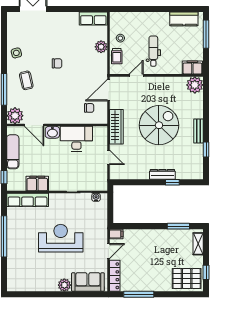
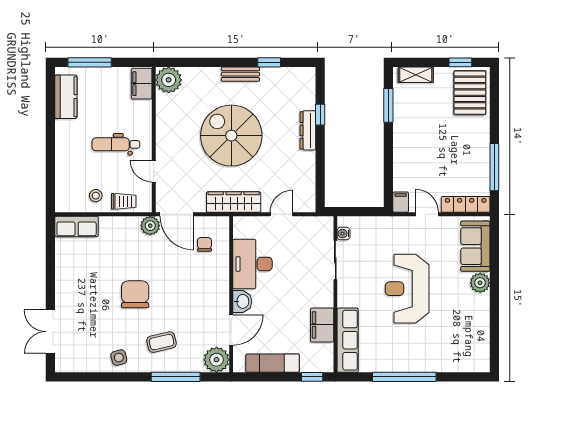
row of seats: (93, 19) -> (77, 226), moved, turned 90
plant: (101, 47) -> (150, 226), moved
chair: (57, 63) -> (135, 294), width x1.87, depth x1.87

